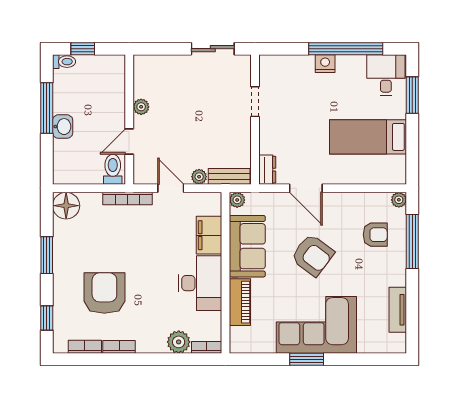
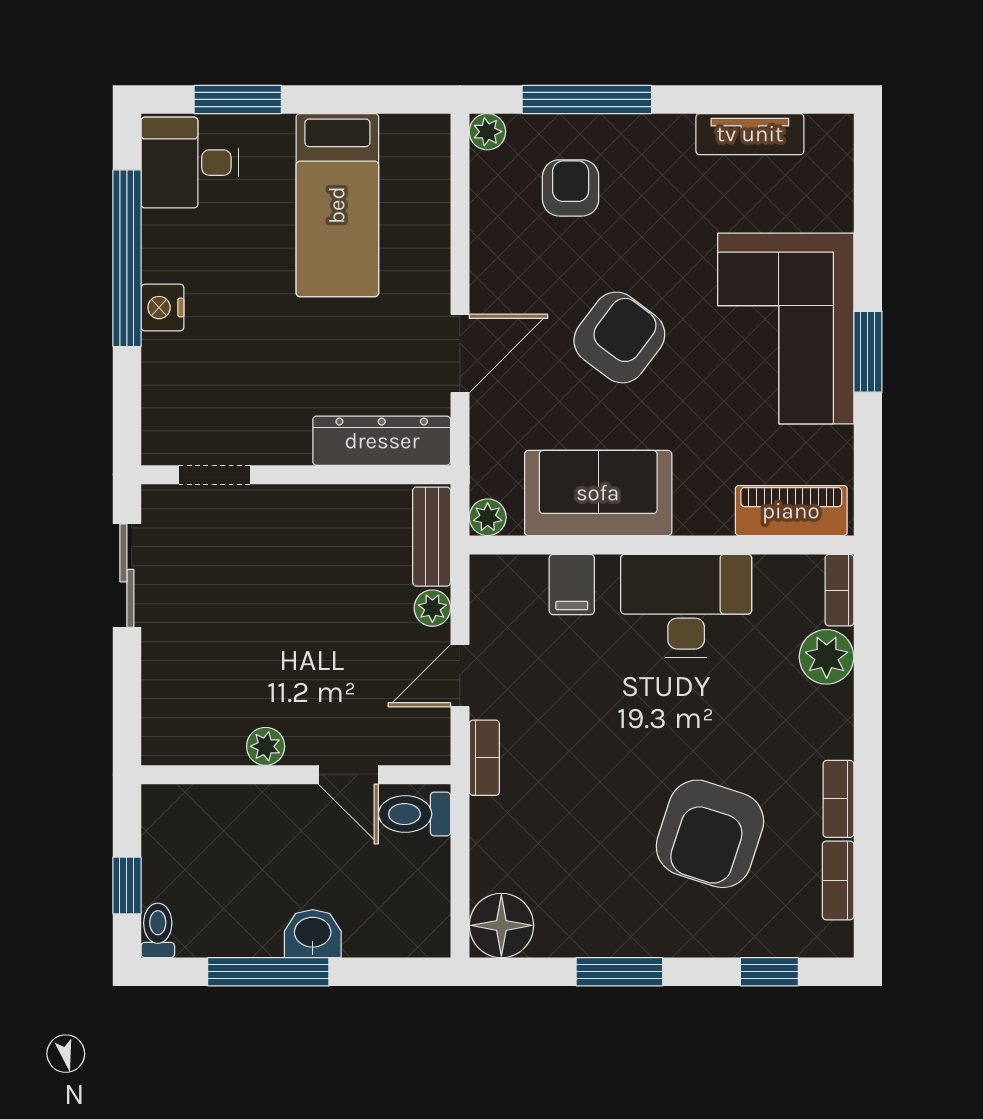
doorway: (255, 102) -> (214, 475), moved
dresser: (267, 170) -> (382, 441), width x1.96, depth x1.24
bookcase: (127, 198) -> (484, 758), width x0.64
filing cabinet: (209, 235) -> (572, 584), width x0.50
armchair: (104, 293) -> (710, 834), turned -72
piano: (240, 302) -> (791, 511), moved

